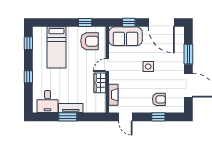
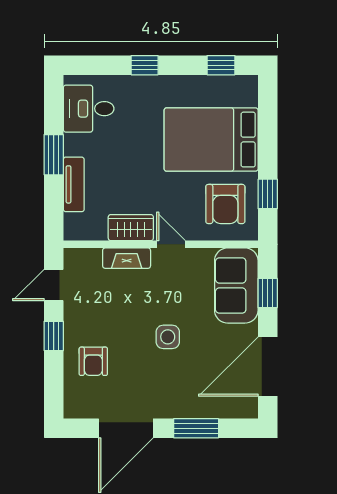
bed: (56, 47) -> (211, 140), width x1.50
fireplace: (113, 95) -> (127, 258), moved
tv unit: (71, 108) -> (74, 184), moved
window: (158, 117) -> (54, 336), moved

